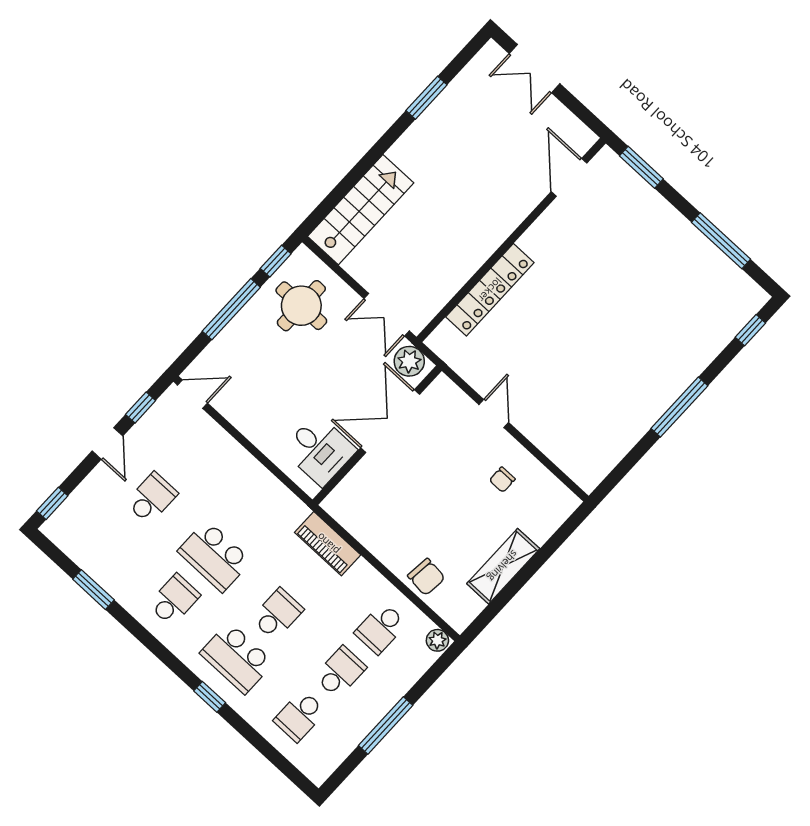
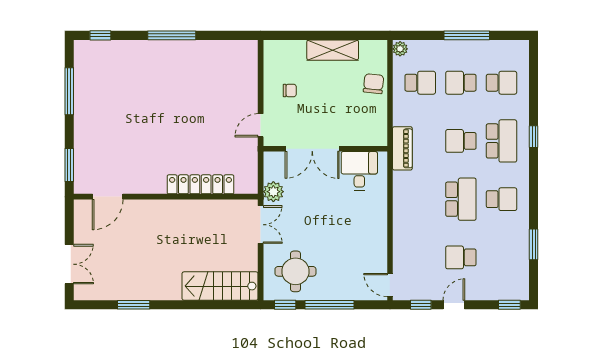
double door: (390, 421) -> (312, 149), moved
wall: (377, 435) -> (325, 149), moved
desk: (319, 450) -> (359, 171), moved
school desk: (174, 600) -> (502, 199), turned 180

